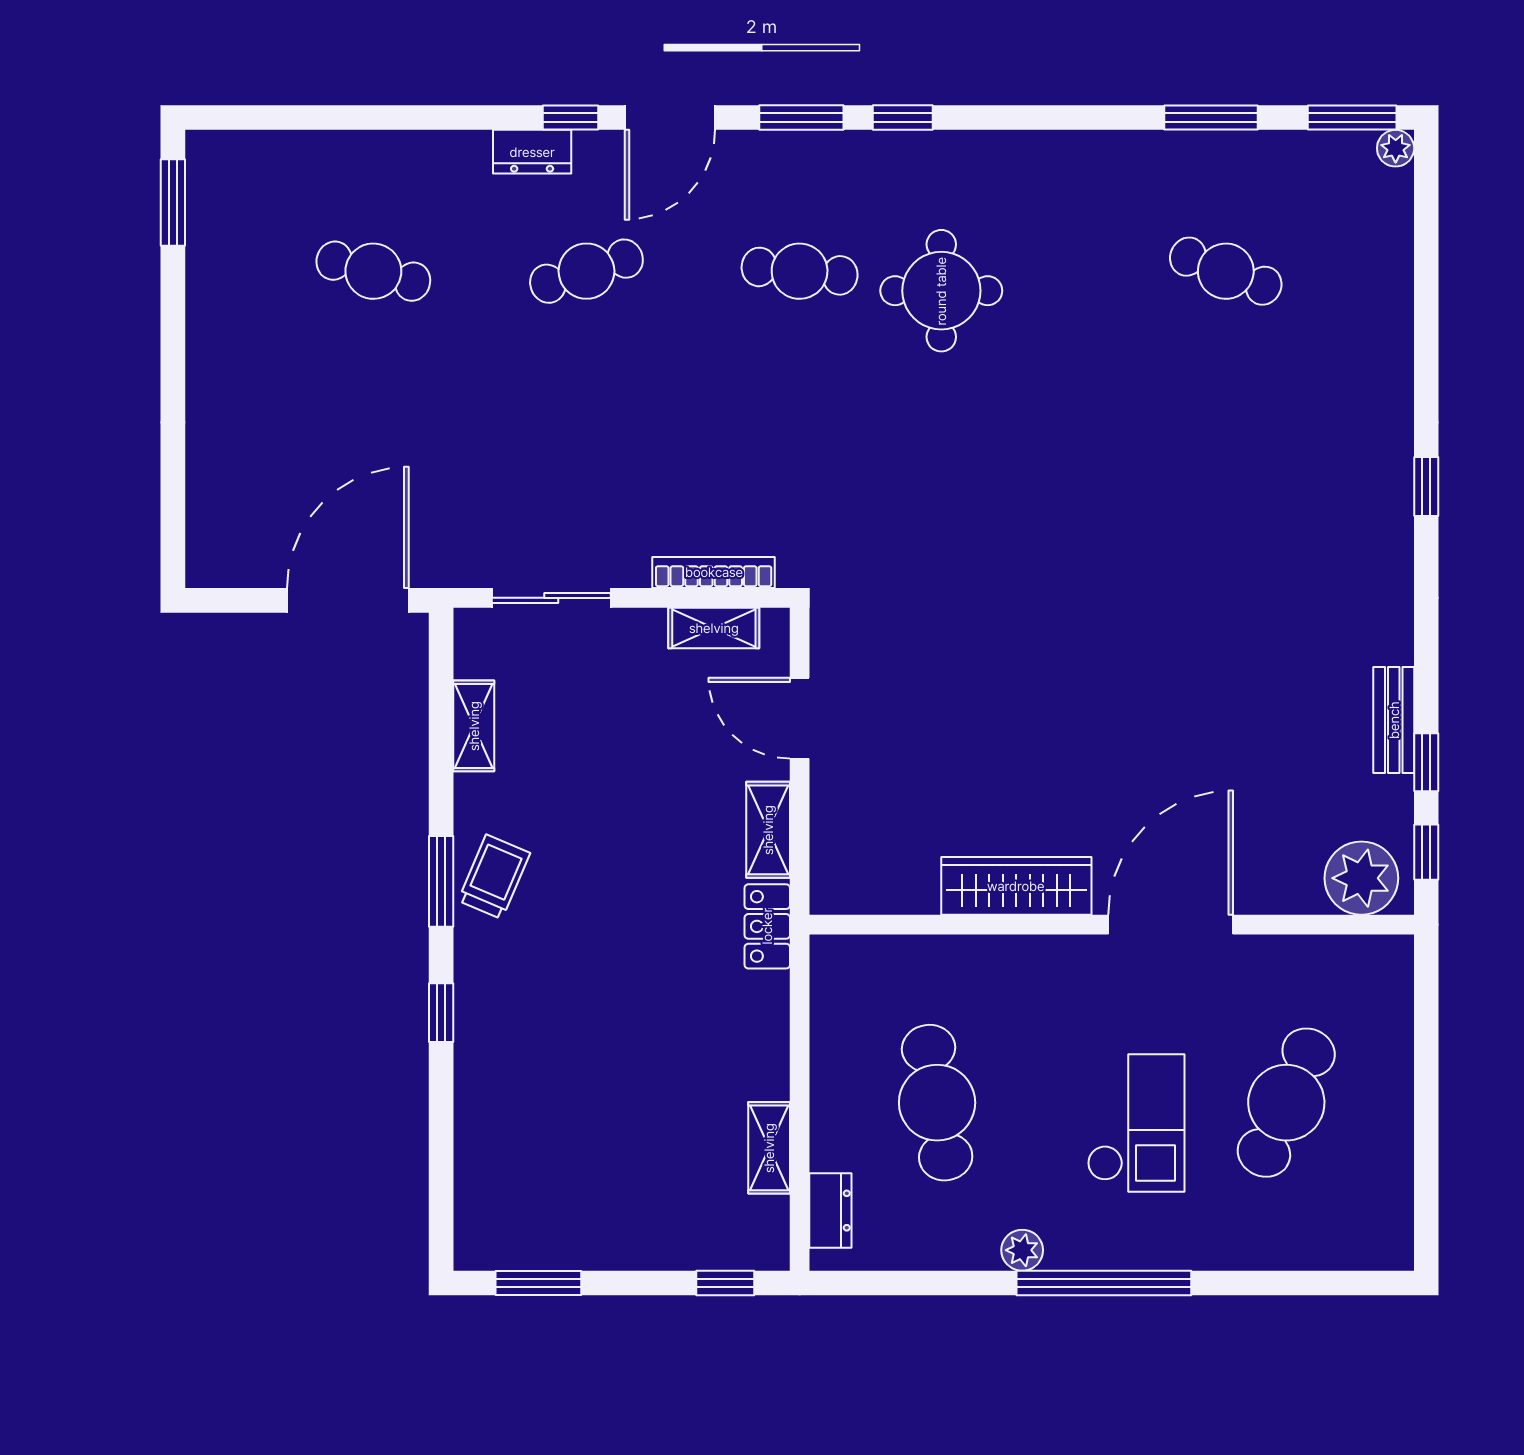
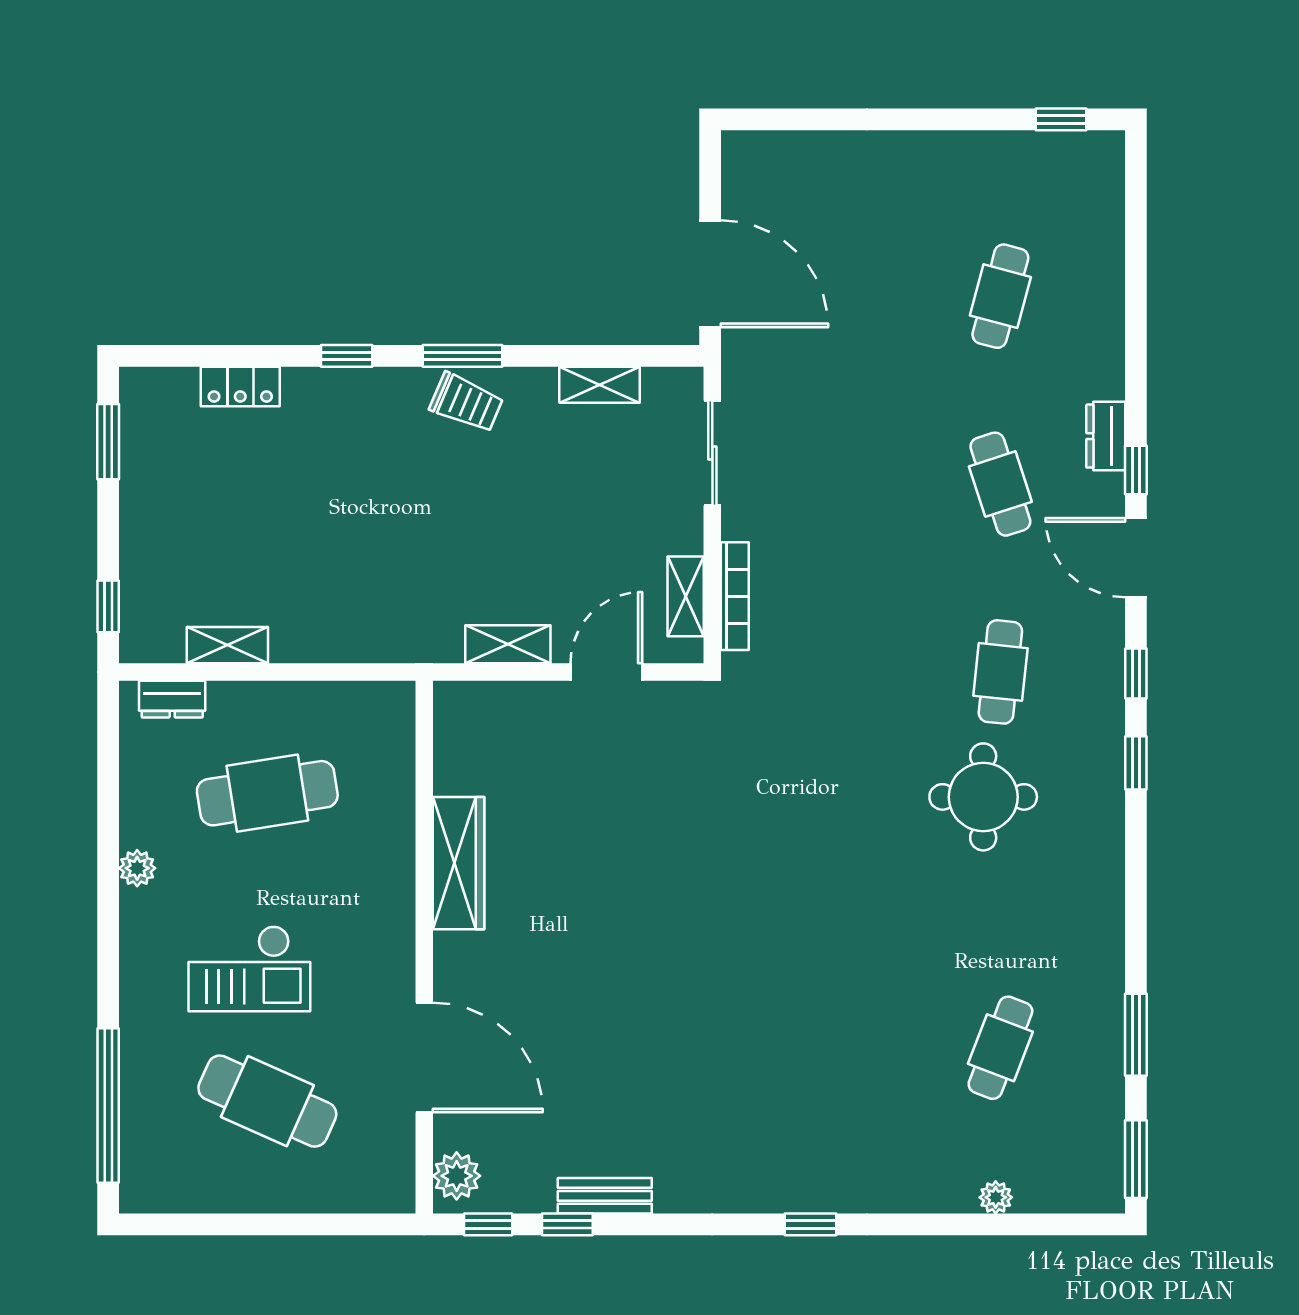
window: (801, 118) -> (1136, 674), width x0.67
plant: (1396, 148) -> (996, 1197), moved
window: (173, 203) -> (1061, 119), width x0.67
plant: (1361, 878) -> (457, 1176), width x0.73, depth x0.73
door: (1171, 925) -> (424, 1057), moved
locker: (767, 926) -> (240, 387), moved, turned 180
window: (1104, 1283) -> (108, 1105), moved

